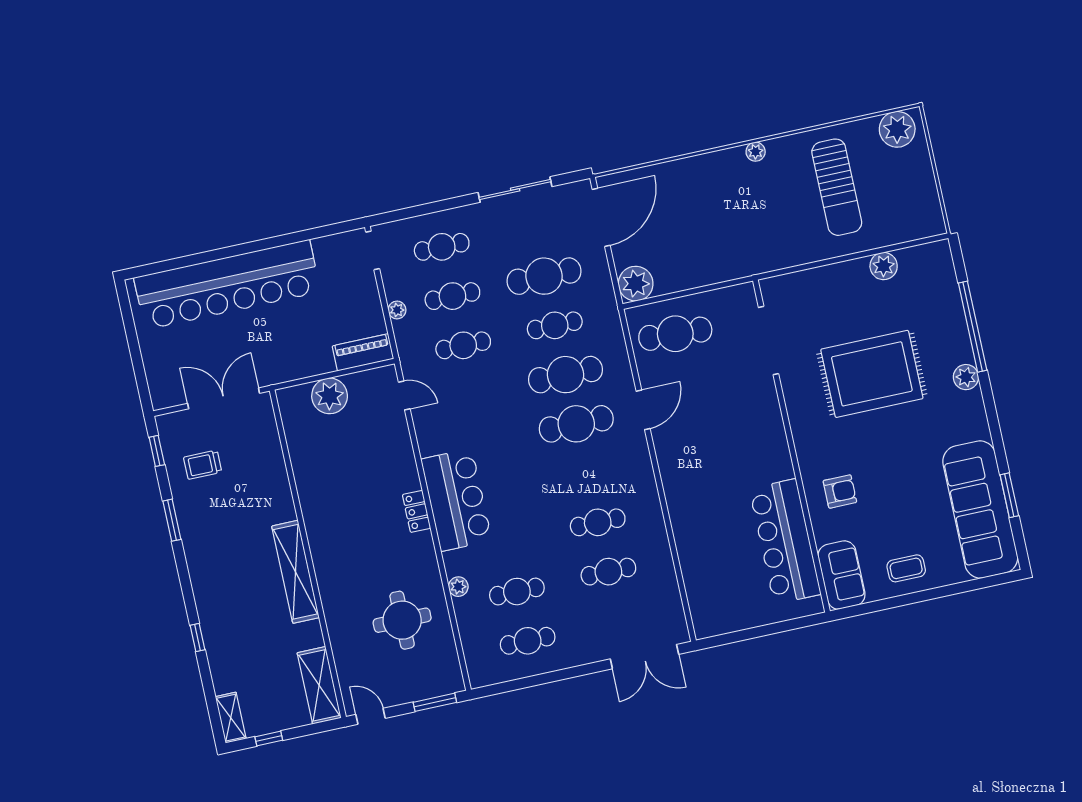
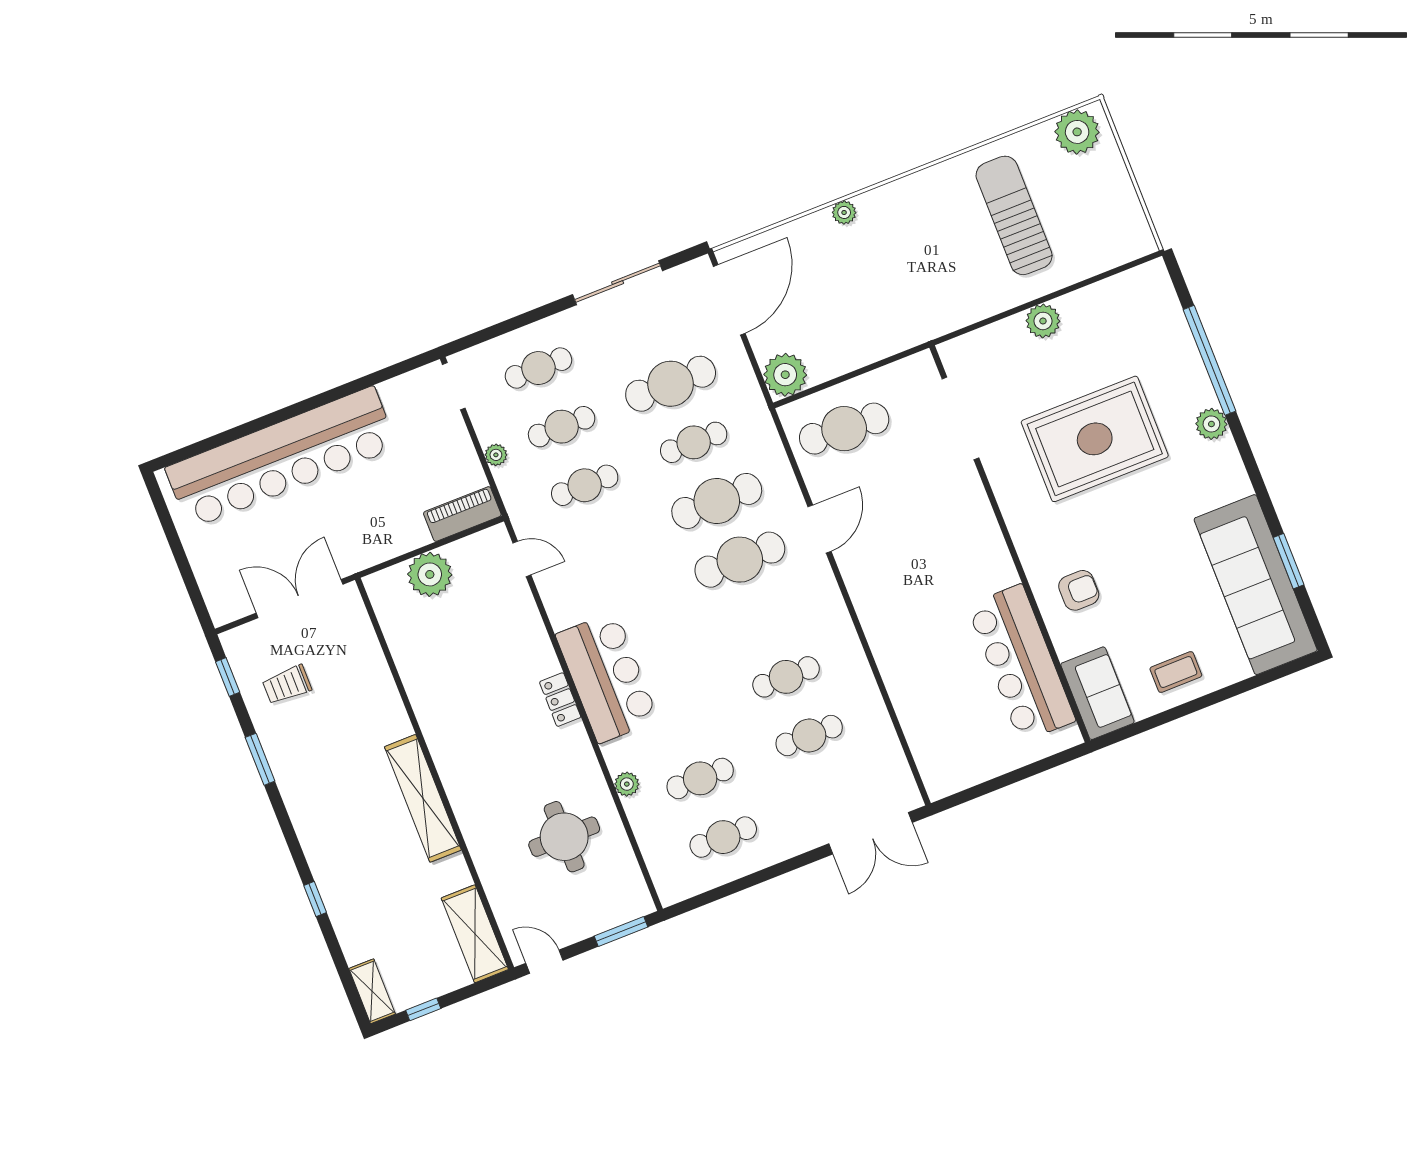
plant: (756, 152) -> (844, 212), moved
sun lounger: (837, 187) -> (1014, 215), turned 180
plant: (884, 266) -> (1043, 321), moved

